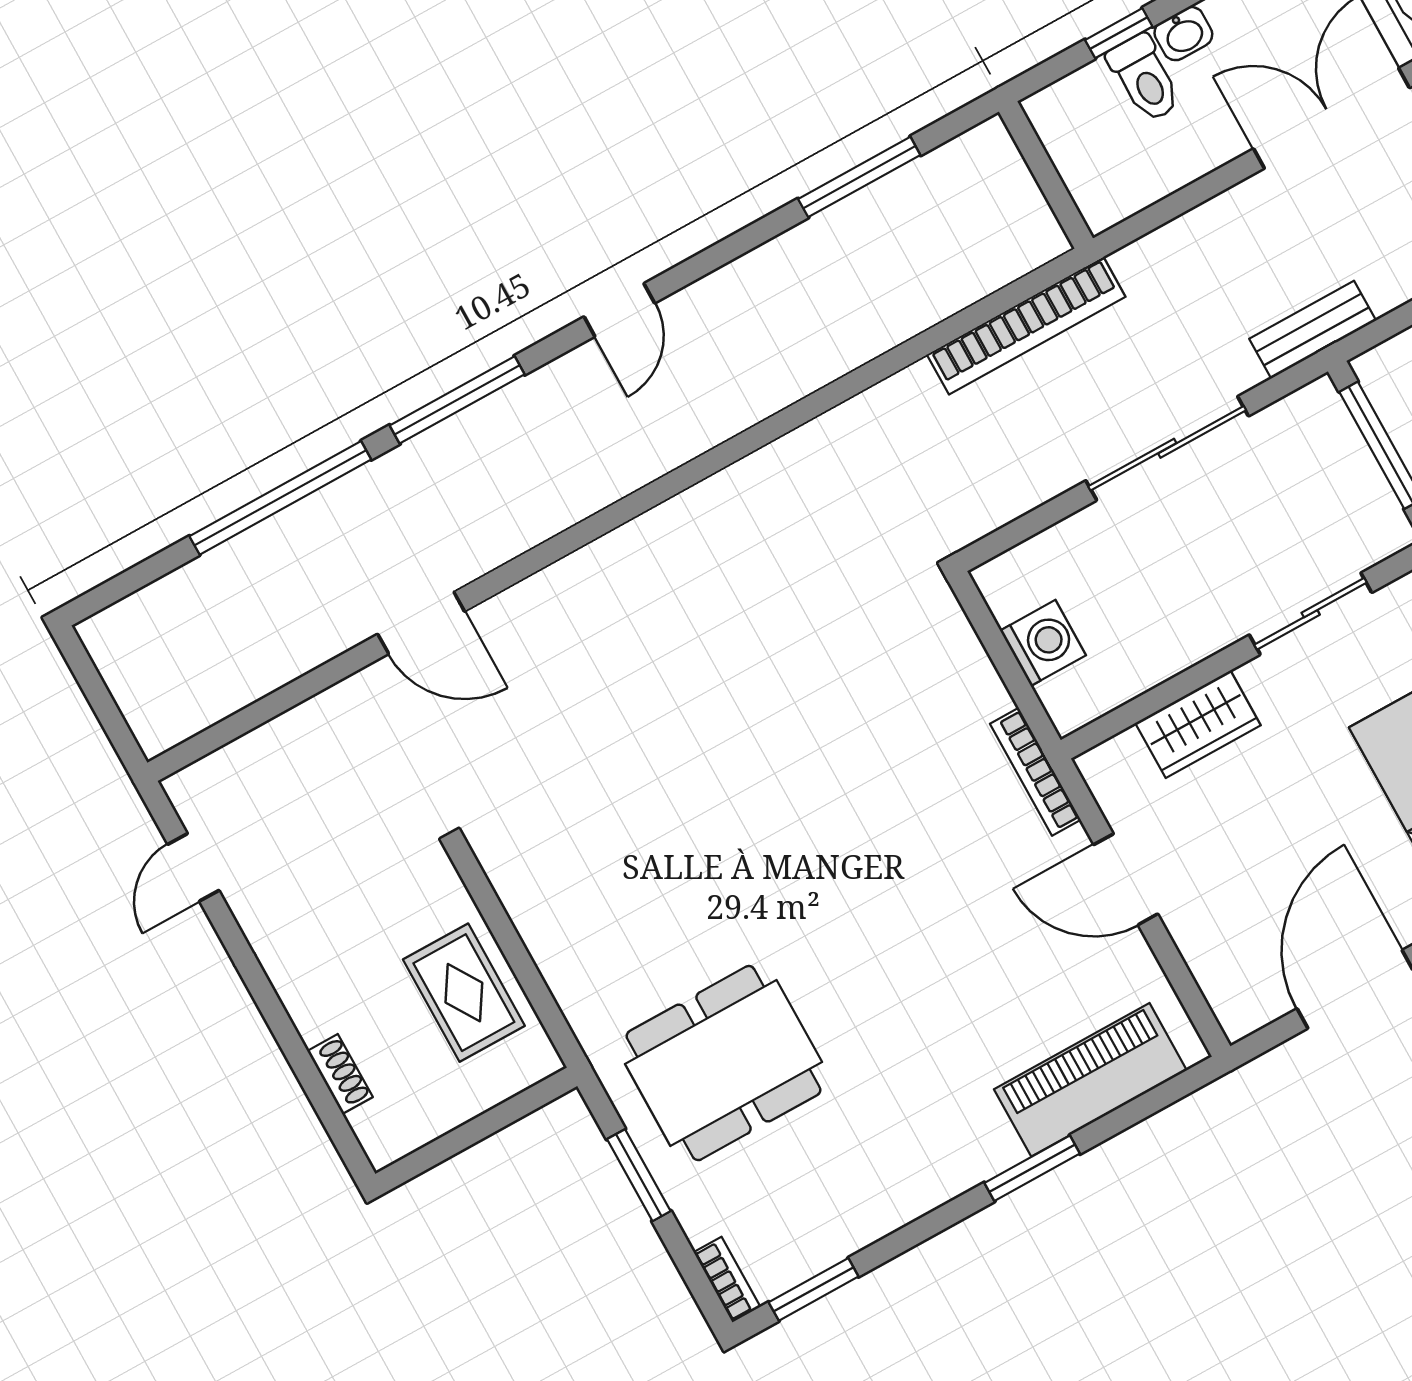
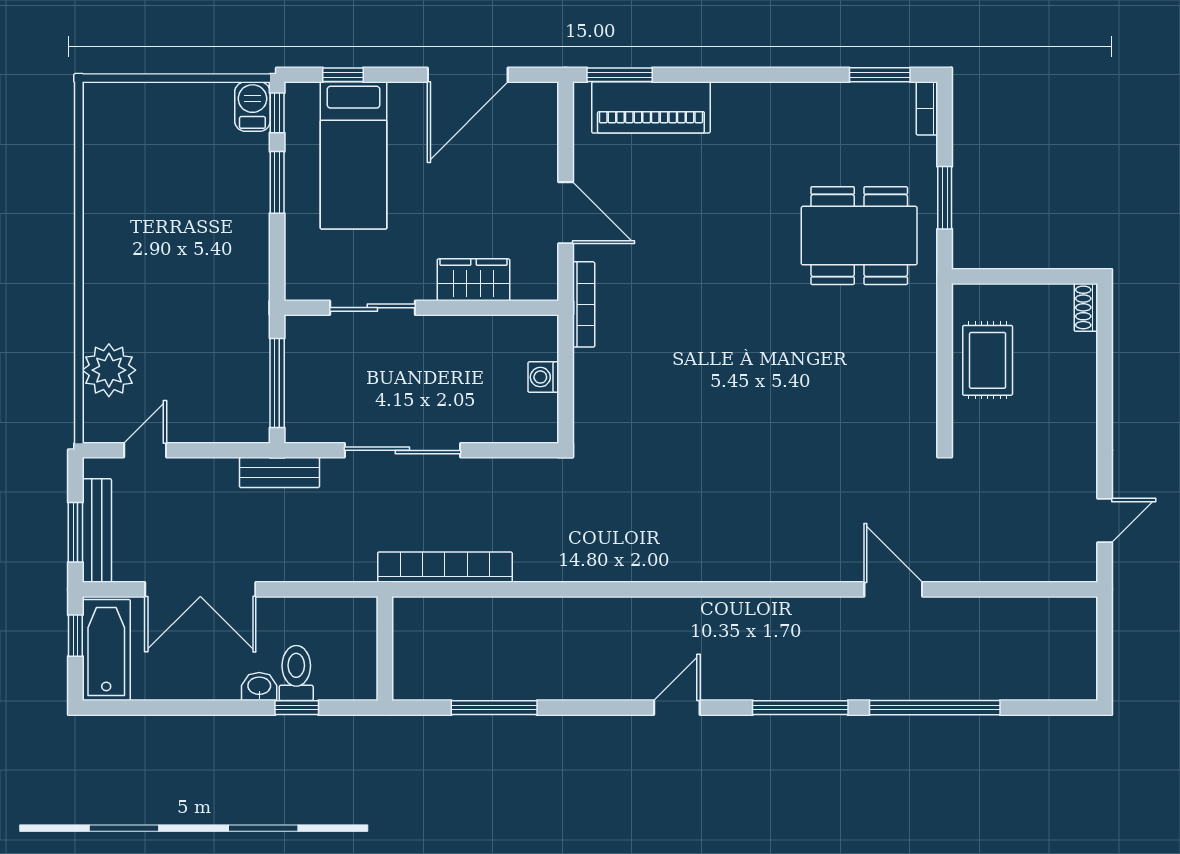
washing machine: (1043, 643) -> (543, 377), width x0.73, depth x0.73
shoe rack: (340, 1074) -> (1086, 307), moved
window: (1032, 1168) -> (620, 75), moved

